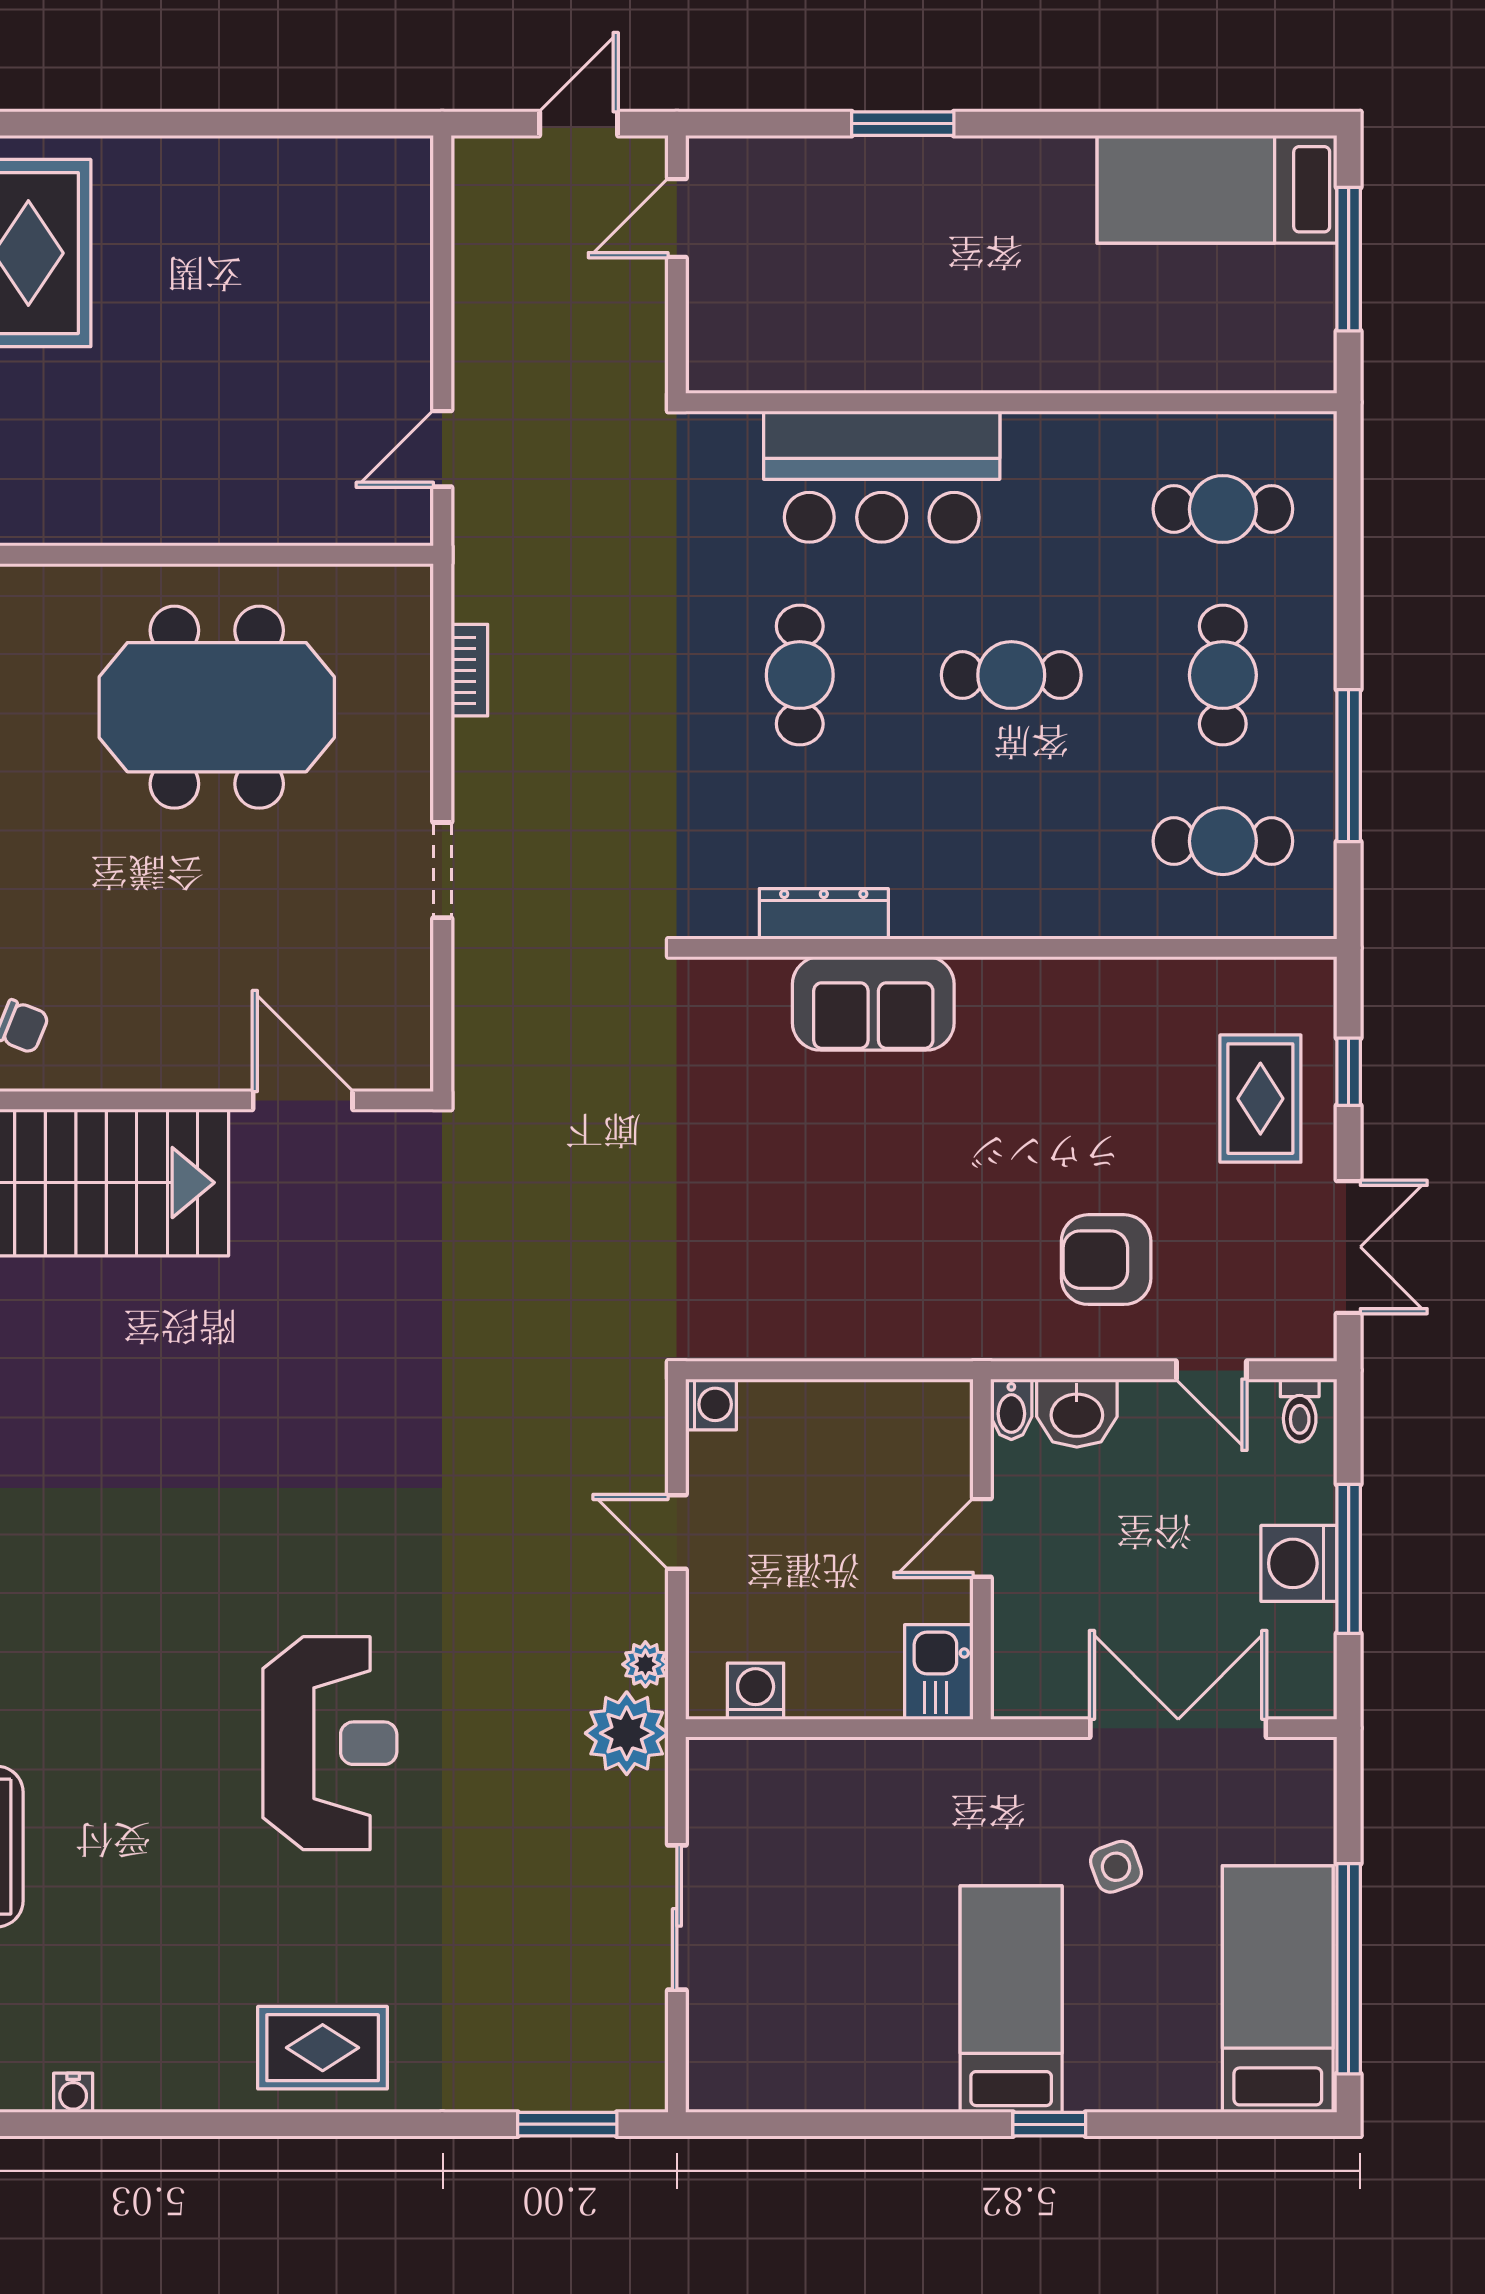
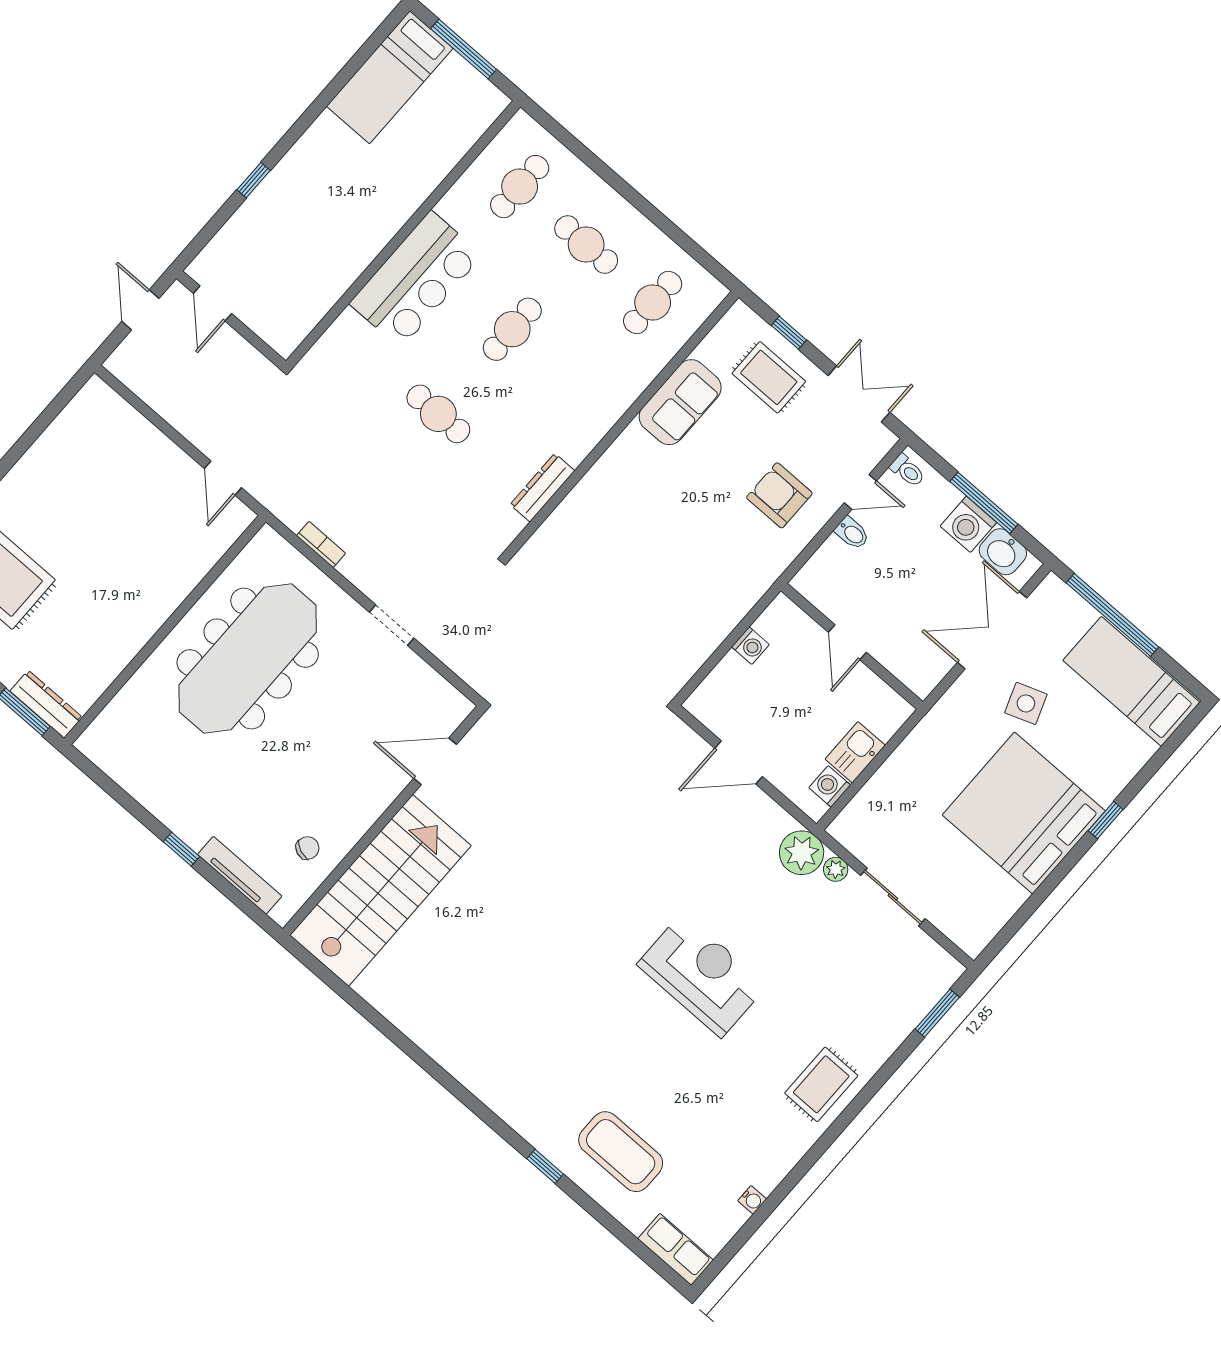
window: (903, 124) -> (254, 180), width x0.67
bar counter: (882, 477) -> (416, 279), moved
meeting table: (217, 707) -> (248, 658), width x1.36
window: (1349, 766) -> (666, 226), removed
sofa: (873, 1003) -> (680, 402), moved
armchair: (1106, 1260) -> (779, 495), turned 90
washing machine: (711, 1404) -> (750, 646), moved, turned 90
bidet: (1011, 1409) -> (852, 533), moved
washbasin: (1077, 1413) -> (1003, 552), moved, turned 90
door: (677, 1532) -> (739, 762), width x1.38
plant: (645, 1664) -> (836, 869), moved
kitchen sink: (939, 1672) -> (855, 752), moved, turned 90
side table: (1116, 1867) -> (1026, 703), width x1.37, depth x1.37
window: (1349, 1969) -> (1112, 615), moved
bed: (1011, 1999) -> (1024, 813), width x2.04

